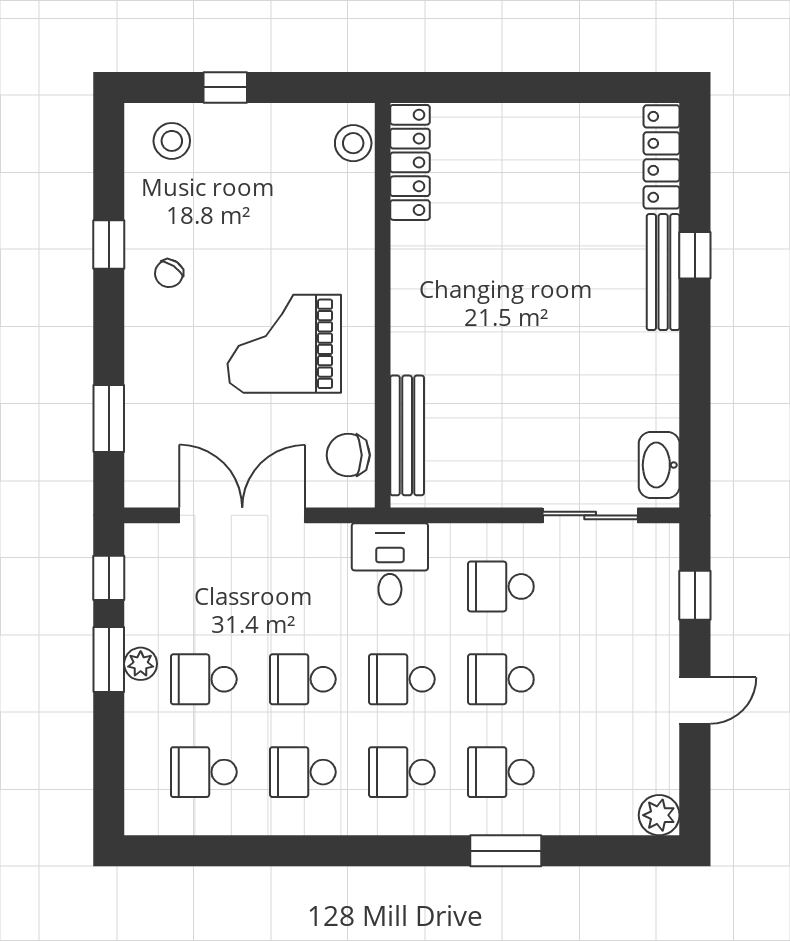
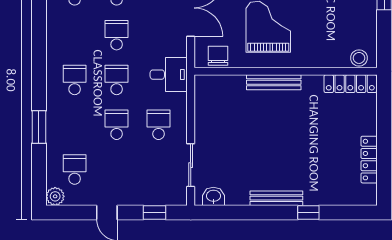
locker: (662, 157) -> (369, 160), moved, turned -90
bench: (663, 272) -> (276, 198), moved
bench: (407, 435) -> (274, 82), moved
washbasin: (659, 465) -> (213, 196), width x0.72
school desk: (303, 772) -> (75, 35), removed
school desk: (501, 772) -> (75, 170), moved

